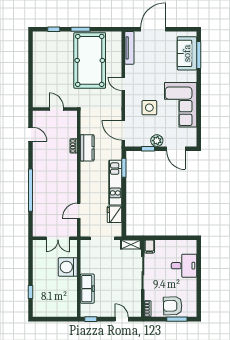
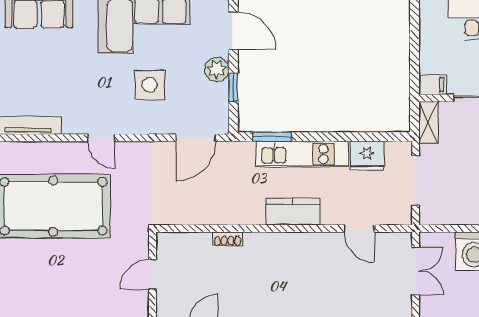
door: (123, 84) -> (101, 138), hinge flipped
kitchen counter: (87, 148) -> (293, 212), moved
door: (176, 149) -> (233, 31), hinge flipped

